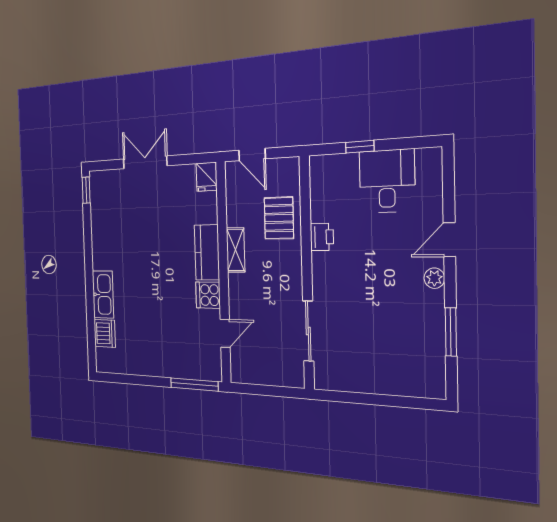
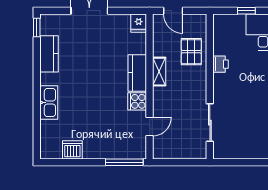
kitchen counter: (101, 227) -> (49, 54), added
dishwasher: (105, 333) -> (72, 150), moved, turned -90

